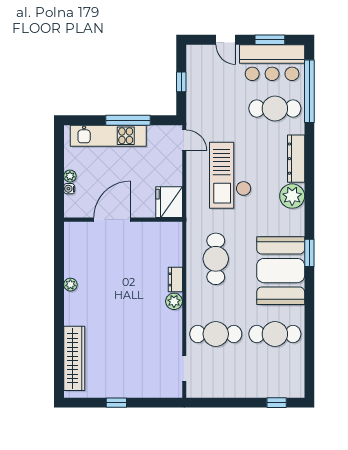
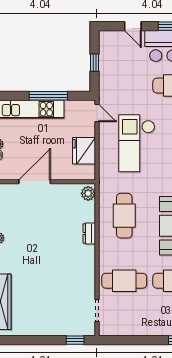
fridge: (169, 202) -> (84, 151), moved
plant: (174, 301) -> (88, 193), moved
window: (116, 403) -> (75, 340), moved

